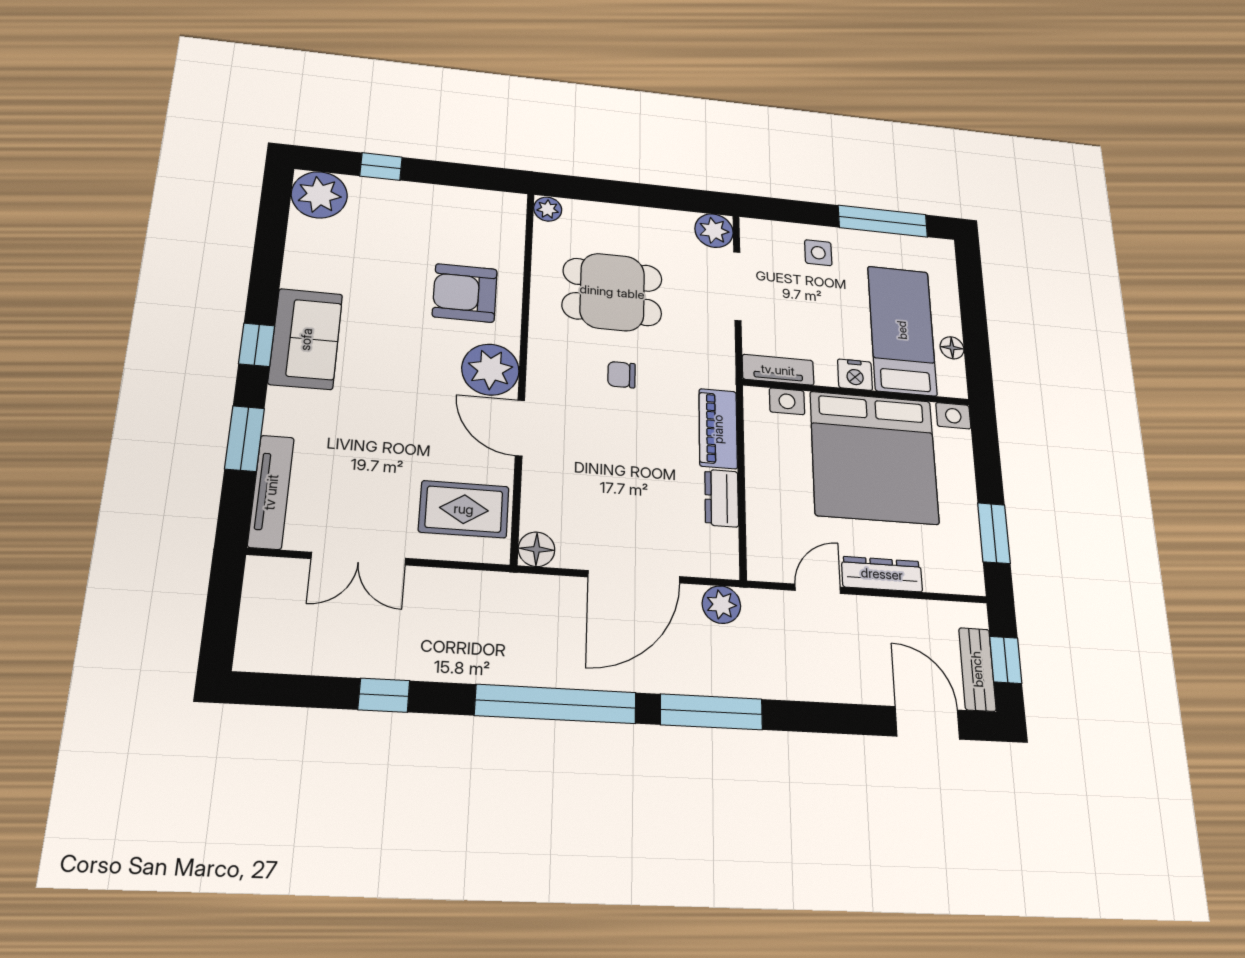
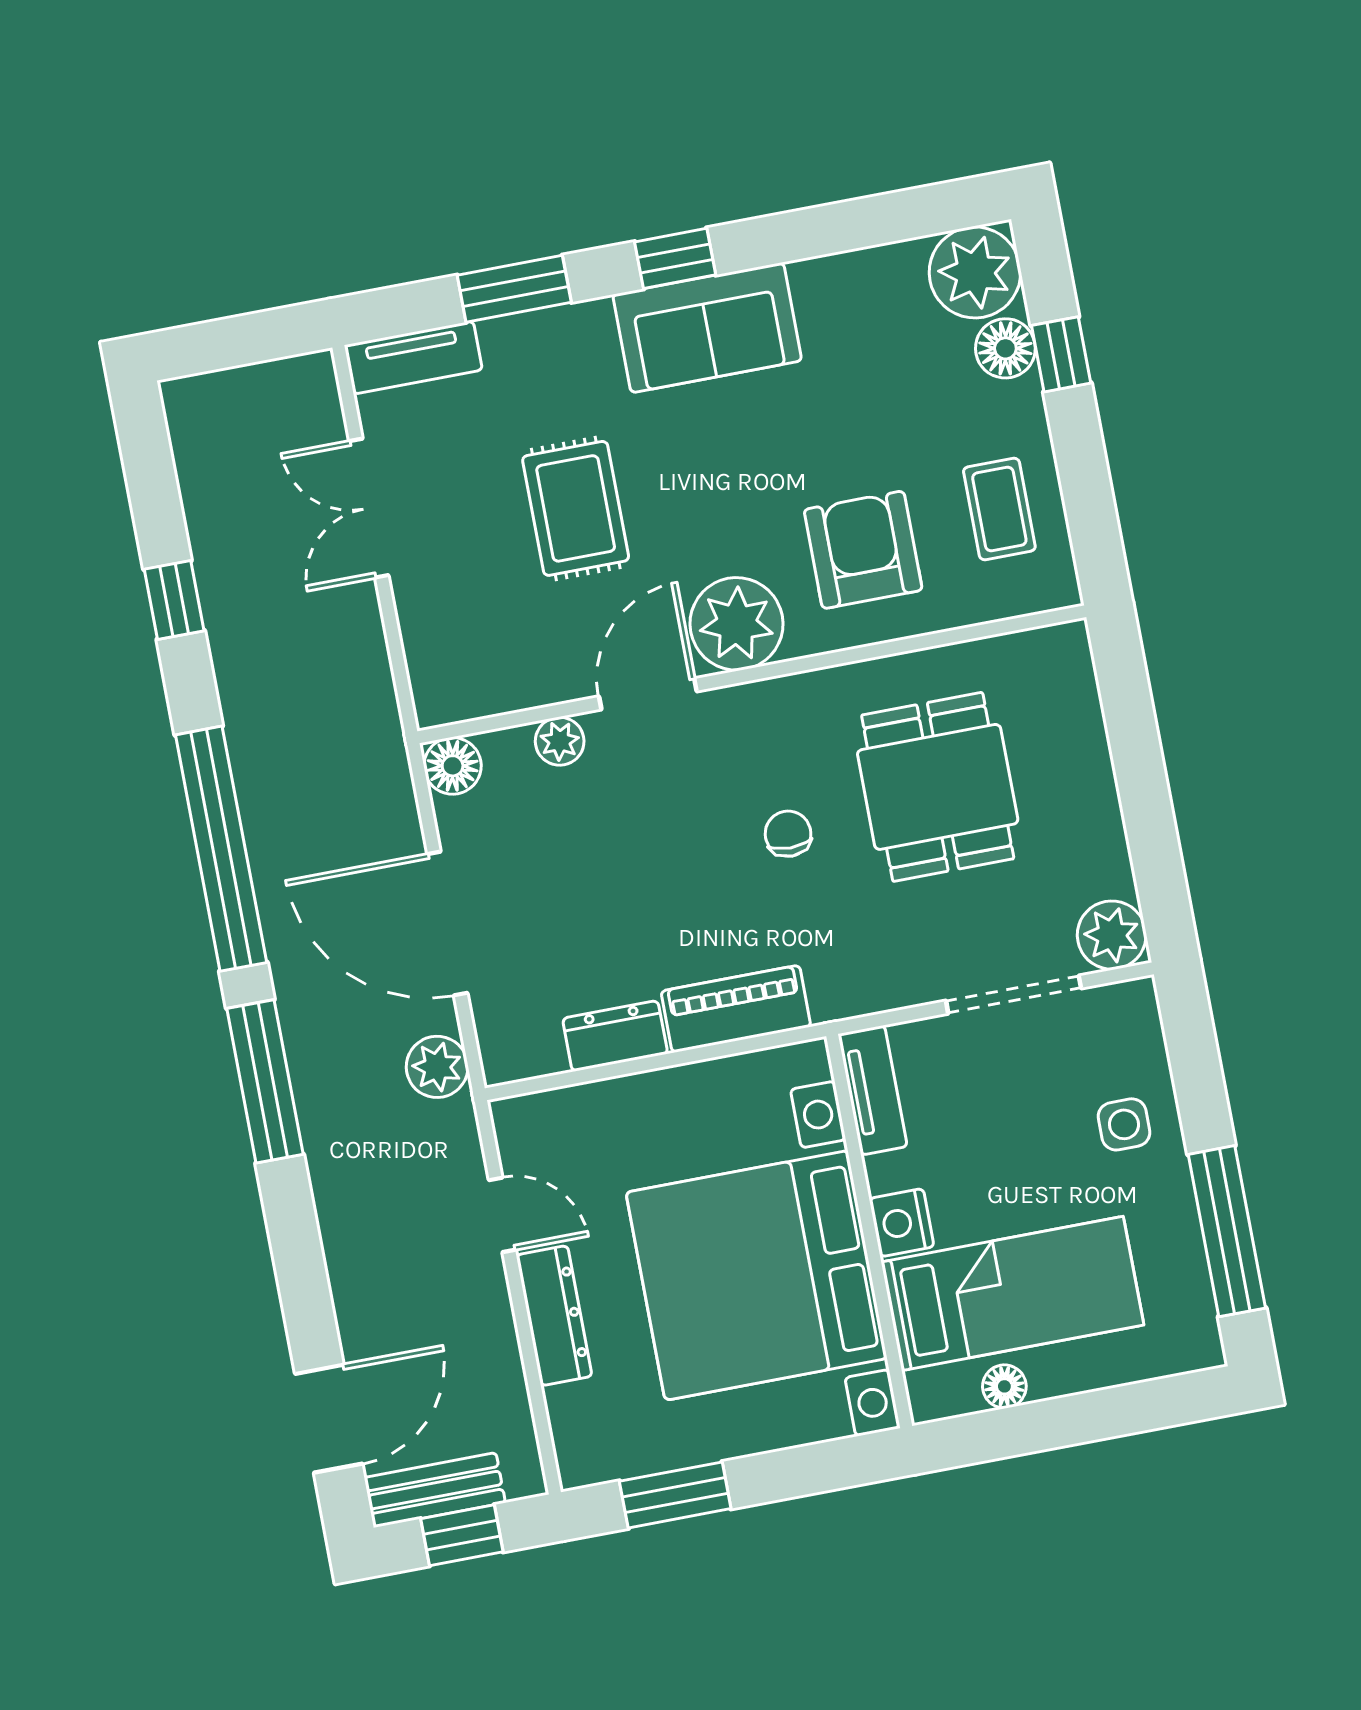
floor lamp: (369, 192) -> (1005, 348), added
plant: (548, 209) -> (560, 741), moved
coffee table: (461, 220) -> (999, 509), added
tv unit: (271, 492) -> (413, 358), width x0.71
rug: (464, 509) -> (576, 508), moved

